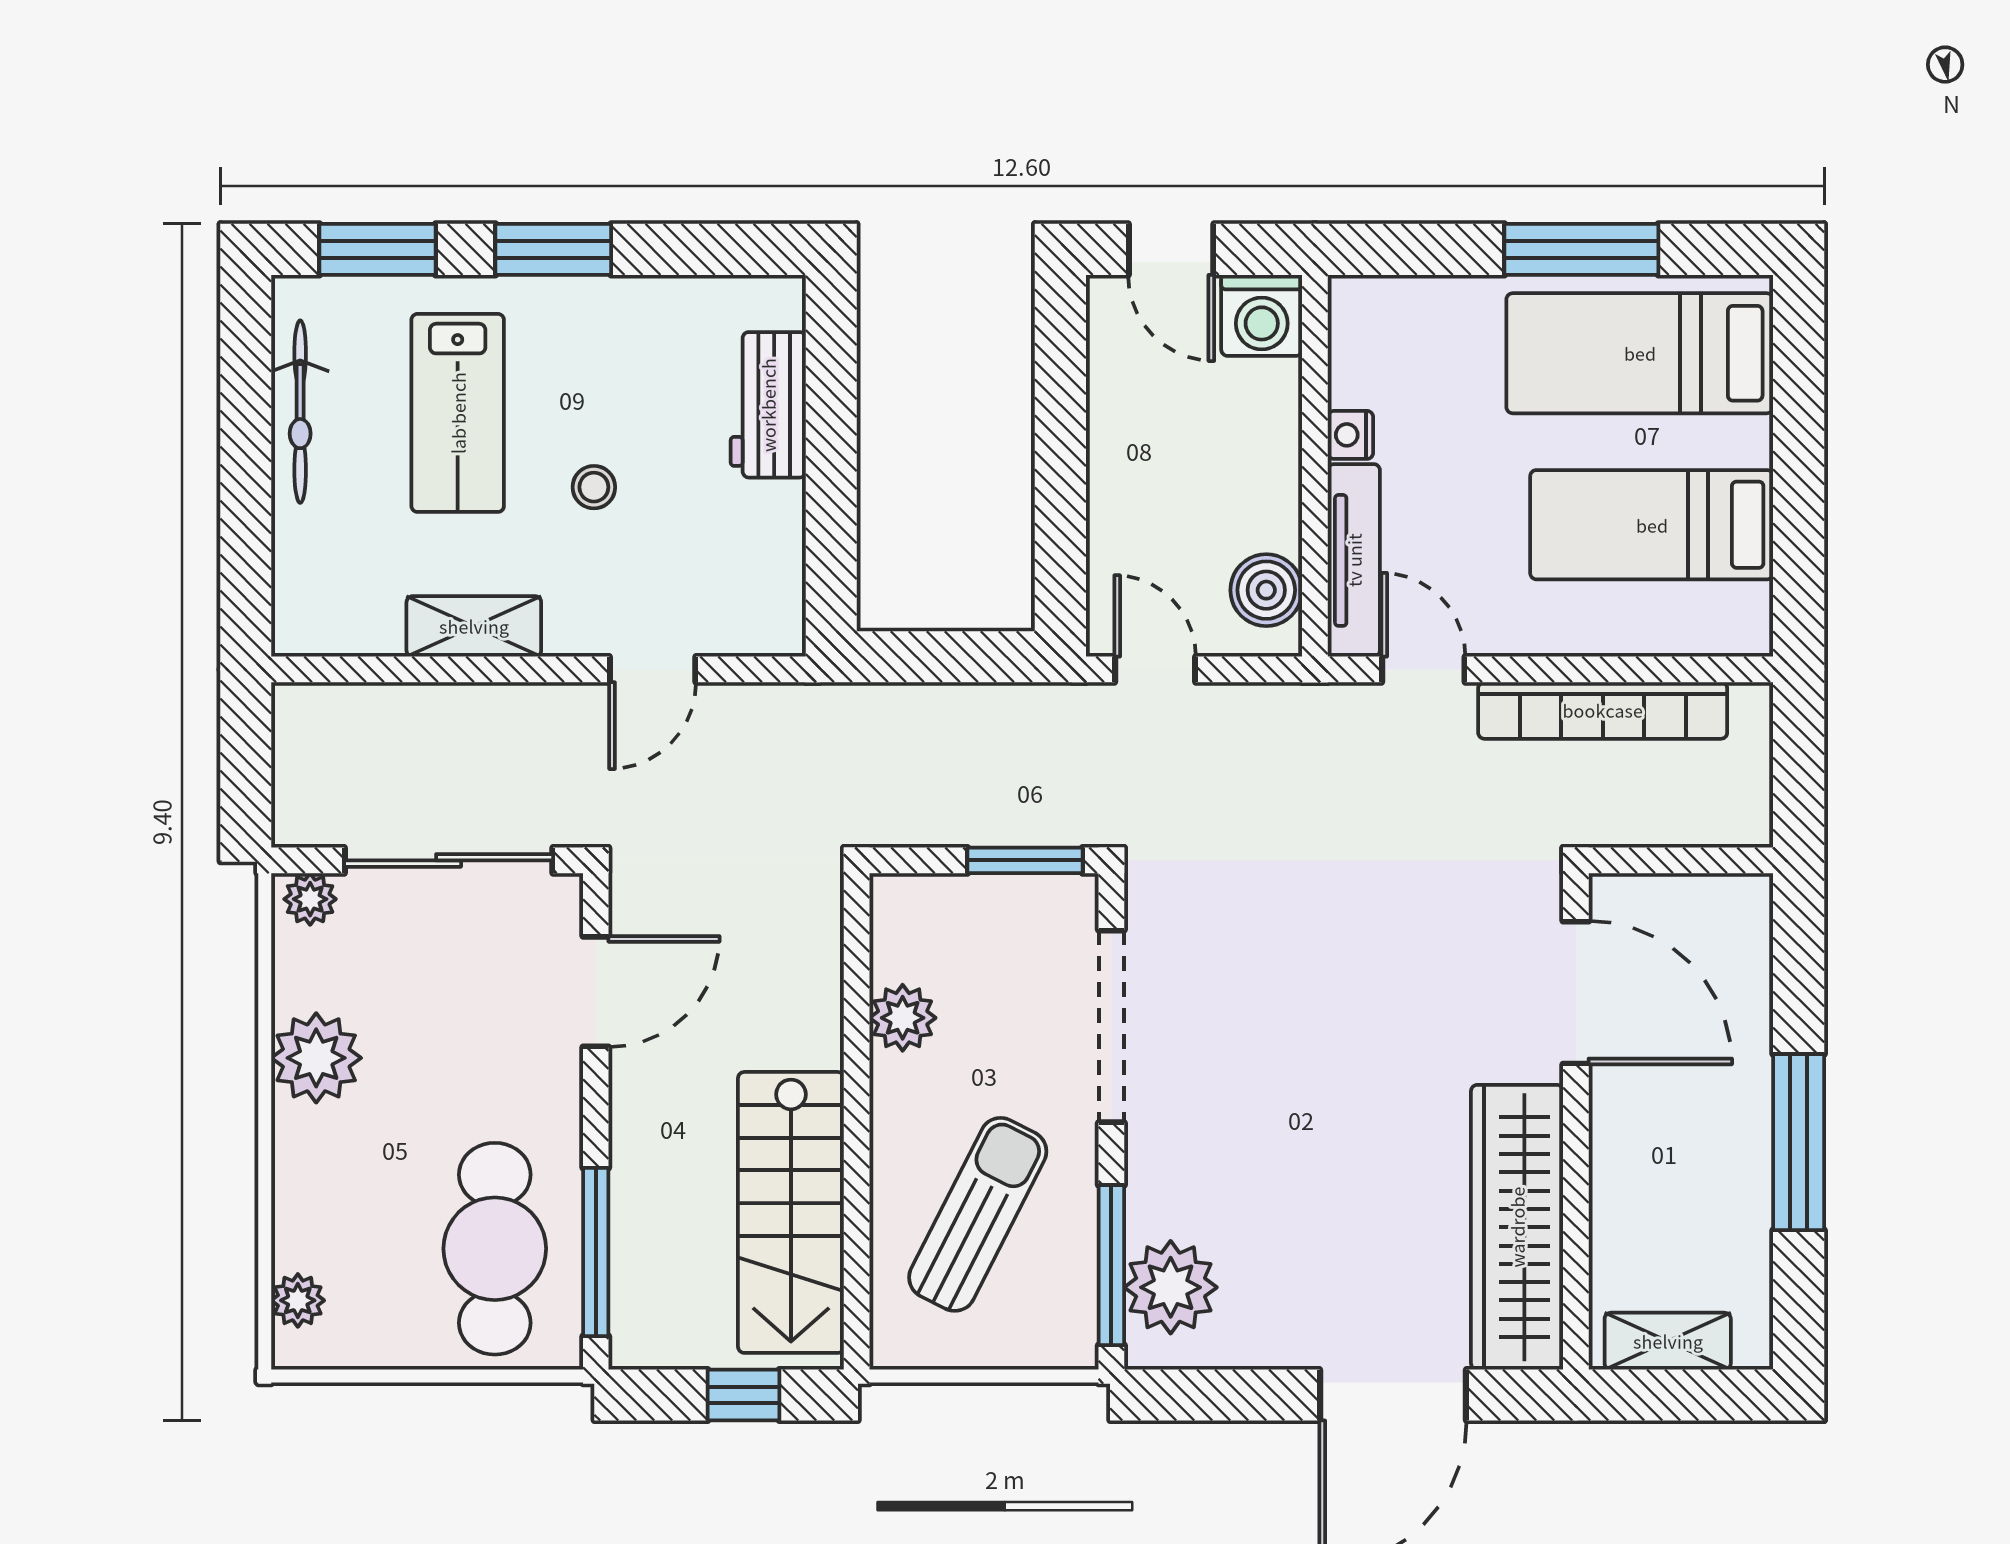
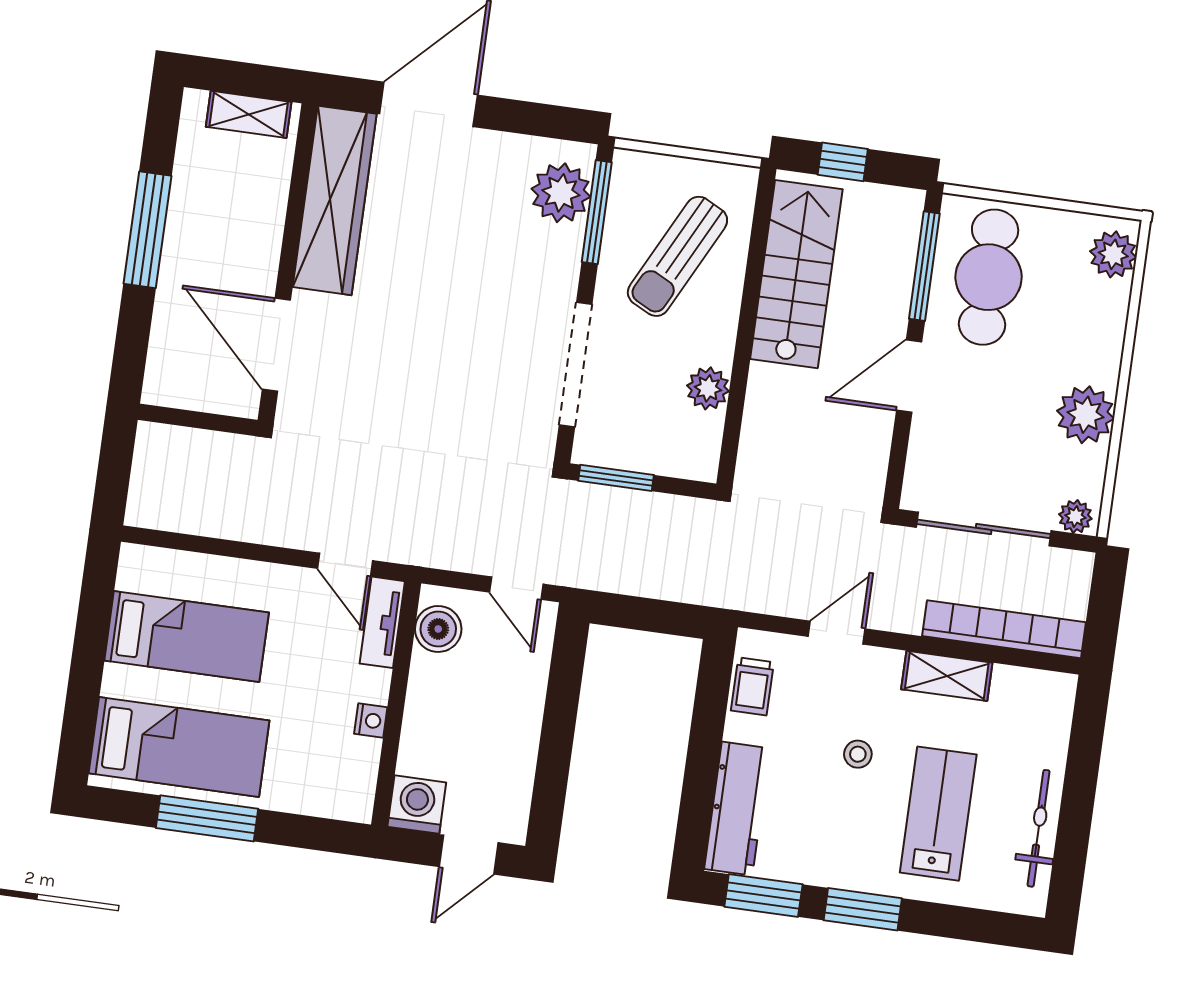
window: (378, 249) -> (763, 896), moved
door: (1171, 249) -> (469, 855), swing flipped
workbench: (768, 405) -> (737, 809), width x1.38
tv unit: (1354, 560) -> (382, 622), width x0.71
trolley: (771, 569) -> (752, 686), added
bookcase: (1603, 710) -> (1004, 629), moved
door: (596, 992) -> (909, 376), moved
plant: (298, 1300) -> (1113, 254), width x1.38, depth x1.38

